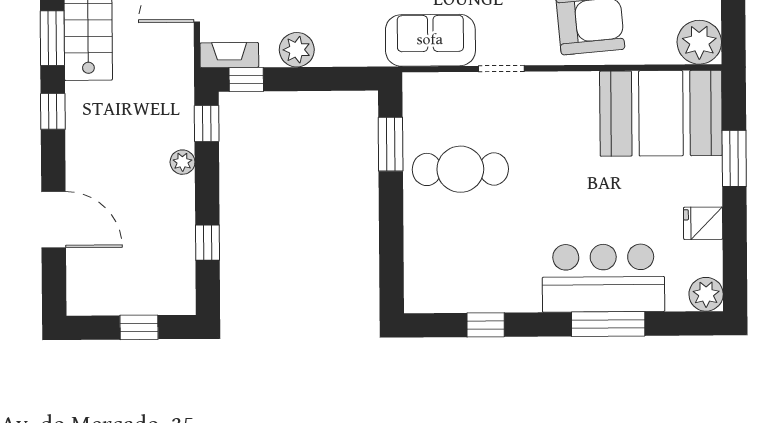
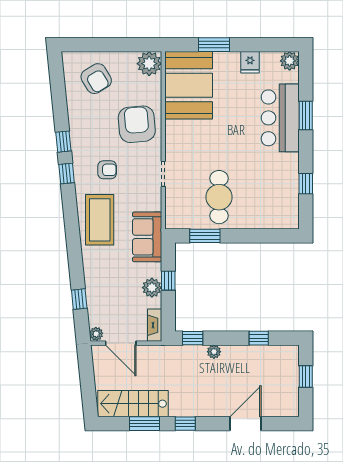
sofa: (430, 40) -> (147, 237), moved
window: (246, 79) -> (168, 281), moved
window: (608, 324) -> (306, 115), width x0.69

